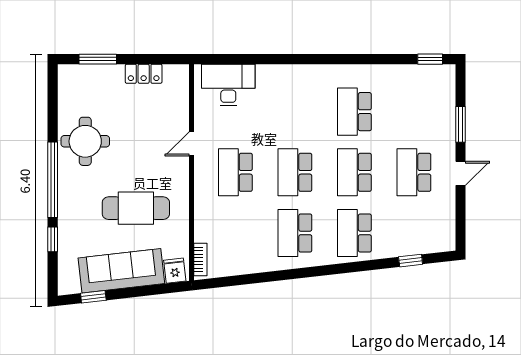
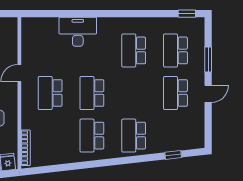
desk: (228, 85) -> (78, 32), moved
school desk: (354, 172) -> (175, 50), moved
bookcase: (200, 260) -> (26, 148), width x1.56

